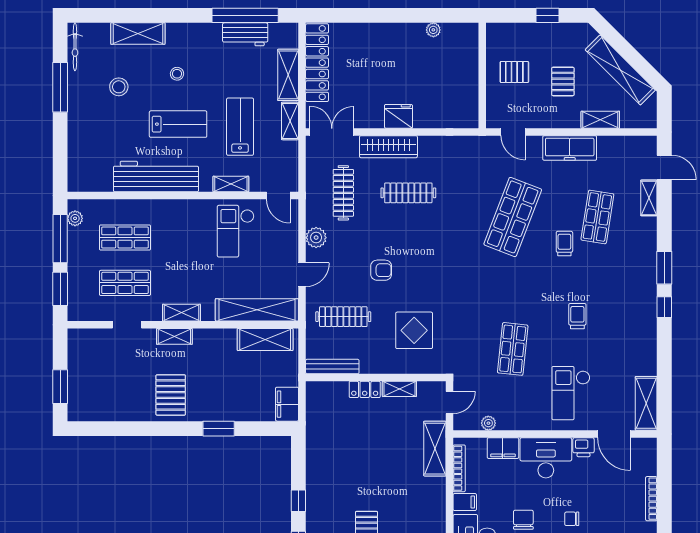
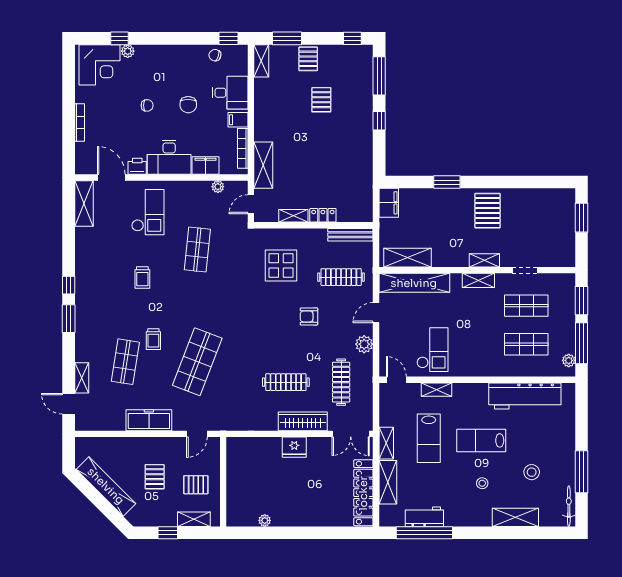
shelving: (600, 120) -> (194, 519), moved
door: (513, 132) -> (197, 434), swing flipped
workbench: (156, 177) -> (525, 396), moved

